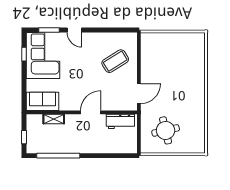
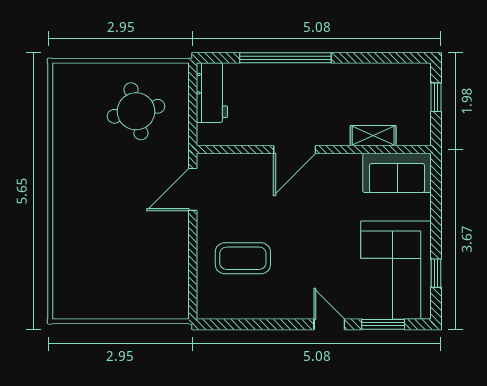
coffee table: (115, 61) -> (243, 258), turned 32
workbench: (120, 121) -> (212, 93), moved, turned 90
window: (58, 156) -> (285, 58), moved

